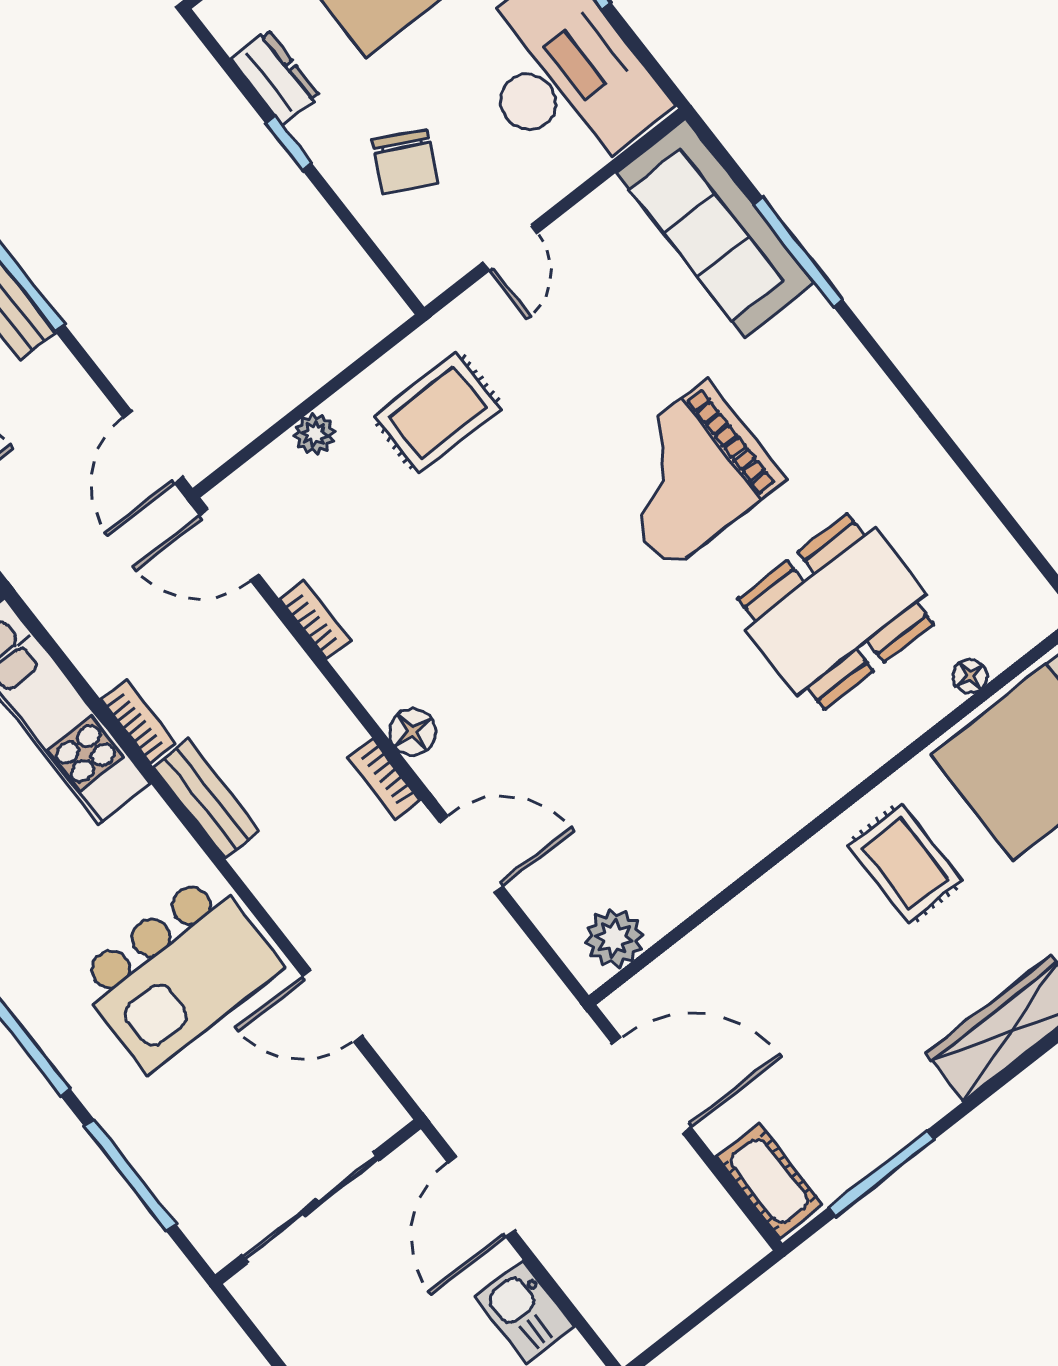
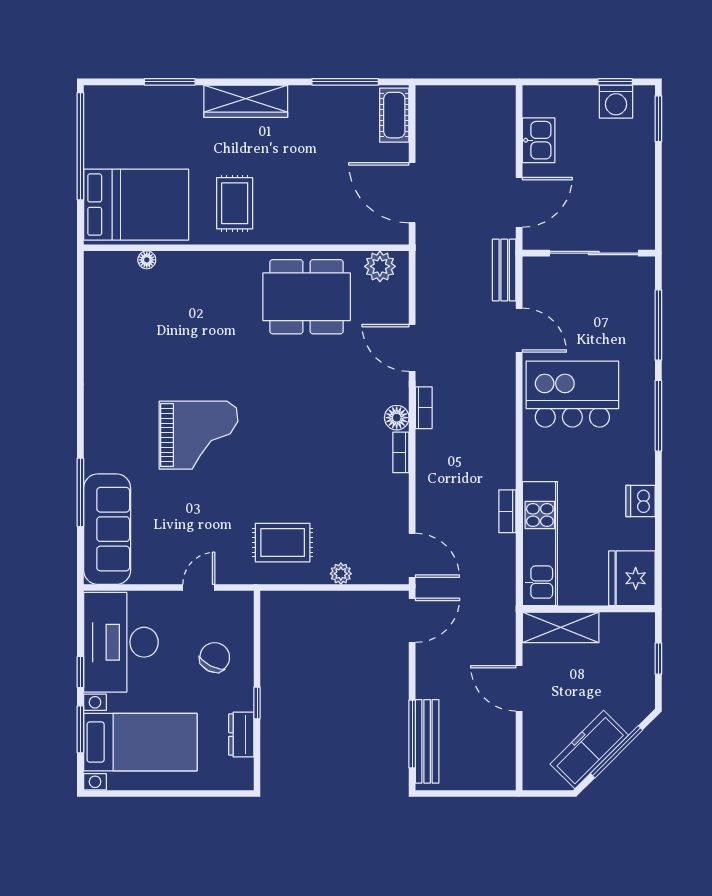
dining table: (836, 611) -> (307, 297), moved
bookcase: (315, 620) -> (401, 452), moved
bench: (207, 799) -> (504, 270), moved

